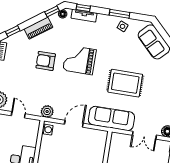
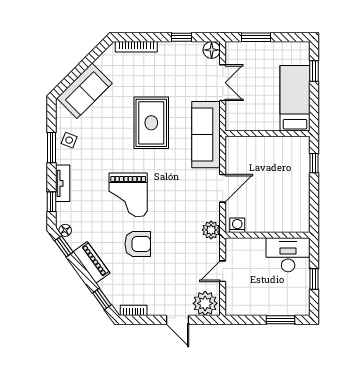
tv unit: (84, 16) -> (63, 183), moved
armchair: (46, 61) -> (138, 244), turned -90
door: (74, 124) -> (223, 188), swing flipped

